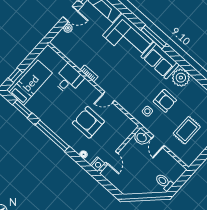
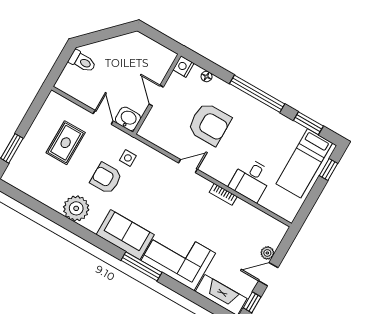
plant: (181, 78) -> (76, 208), moved
door: (112, 158) -> (156, 96), moved

